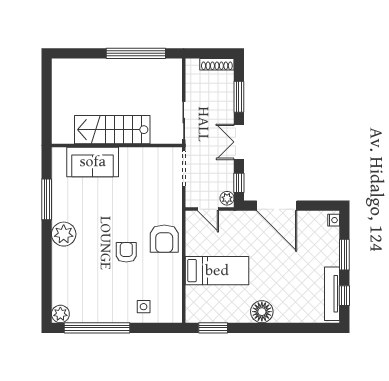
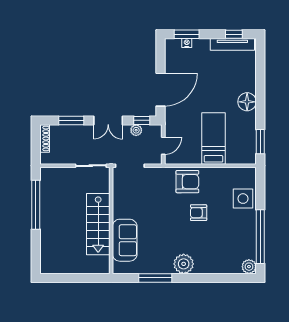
plant: (227, 198) -> (136, 130), moved
nightstand: (334, 220) -> (187, 43), moved
window: (344, 255) -> (187, 34), moved
side table: (144, 307) -> (243, 199), width x1.87, depth x1.87

